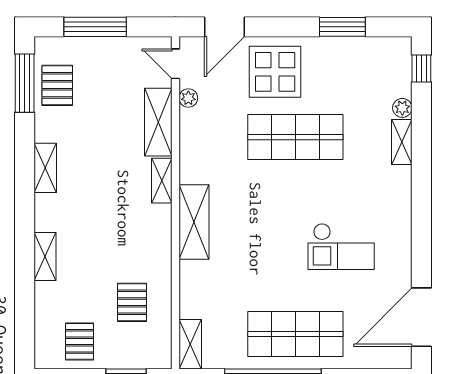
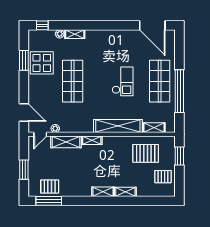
window: (95, 27) -> (24, 170), width x0.69
display table: (275, 72) -> (42, 63), moved
shelving: (45, 168) -> (103, 192), moved
shelving: (194, 222) -> (118, 126), width x1.47
checkout: (341, 247) -> (123, 81), moved
pallet: (132, 302) -> (146, 153), width x1.50, depth x1.42
shelving: (190, 344) -> (154, 128), moved

